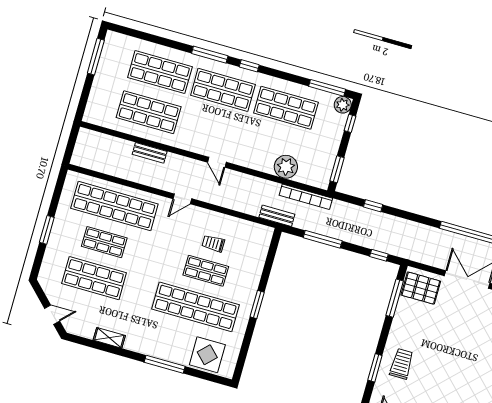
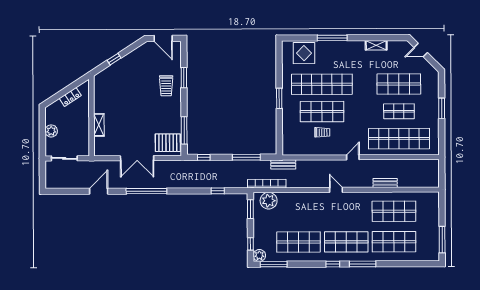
plant: (286, 167) -> (269, 201), moved
shop shelf: (206, 271) -> (322, 112), width x1.43, depth x1.36

